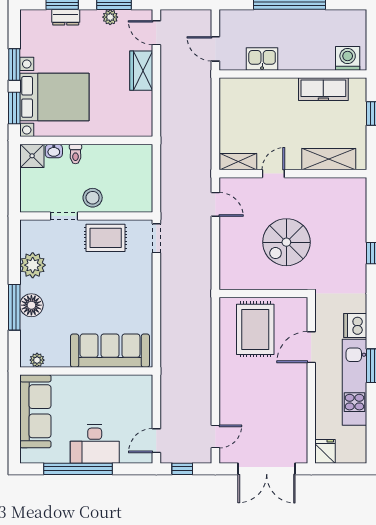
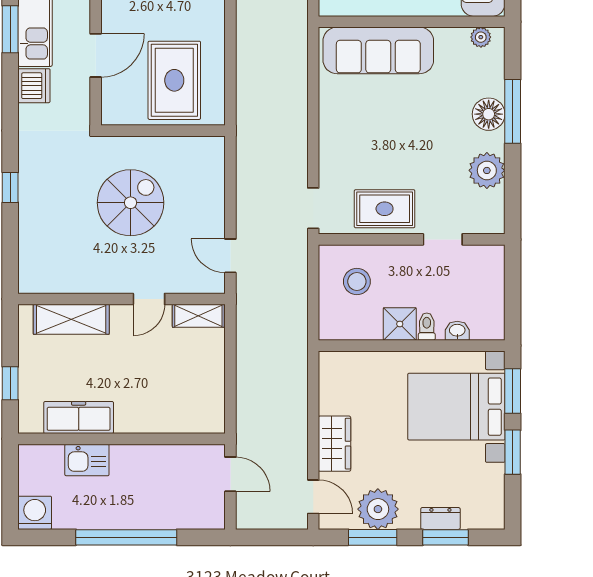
plant: (110, 17) -> (378, 509), width x1.87, depth x1.87
washing machine: (348, 58) -> (35, 513), moved, turned 180
kitchen sink: (262, 59) -> (87, 460), moved
shower: (32, 156) -> (400, 324), moved
stool: (93, 198) -> (357, 282), moved

